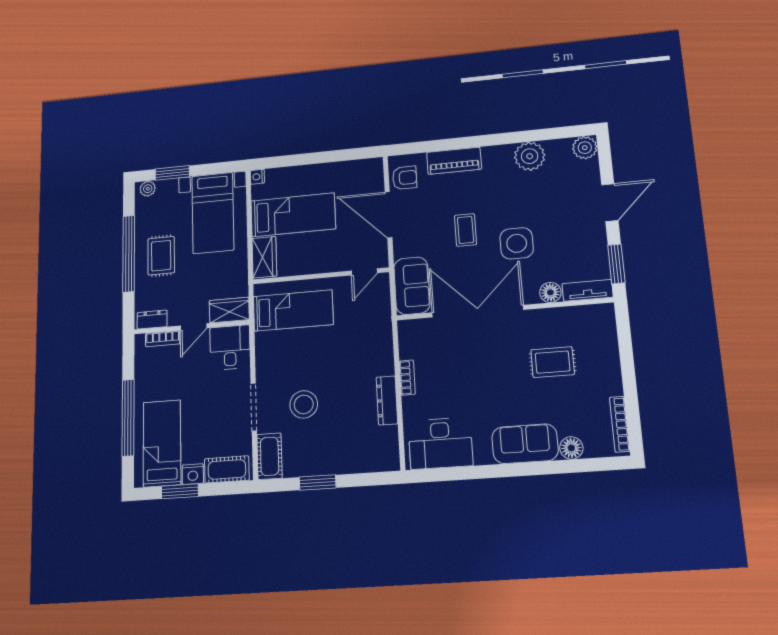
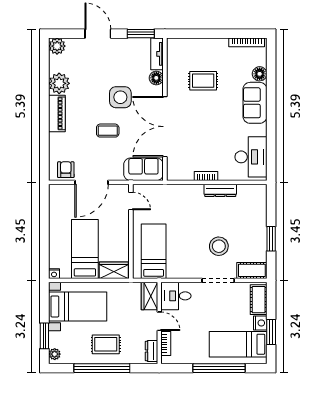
piano: (454, 161) -> (57, 113), moved
rug: (553, 362) -> (203, 81), turned 90

